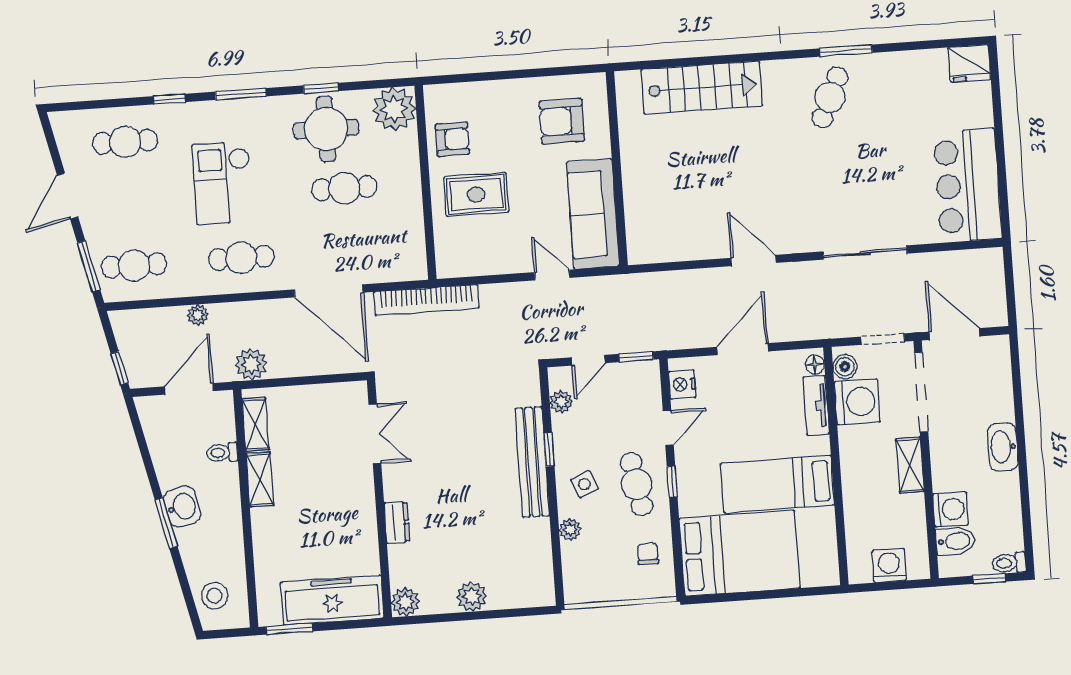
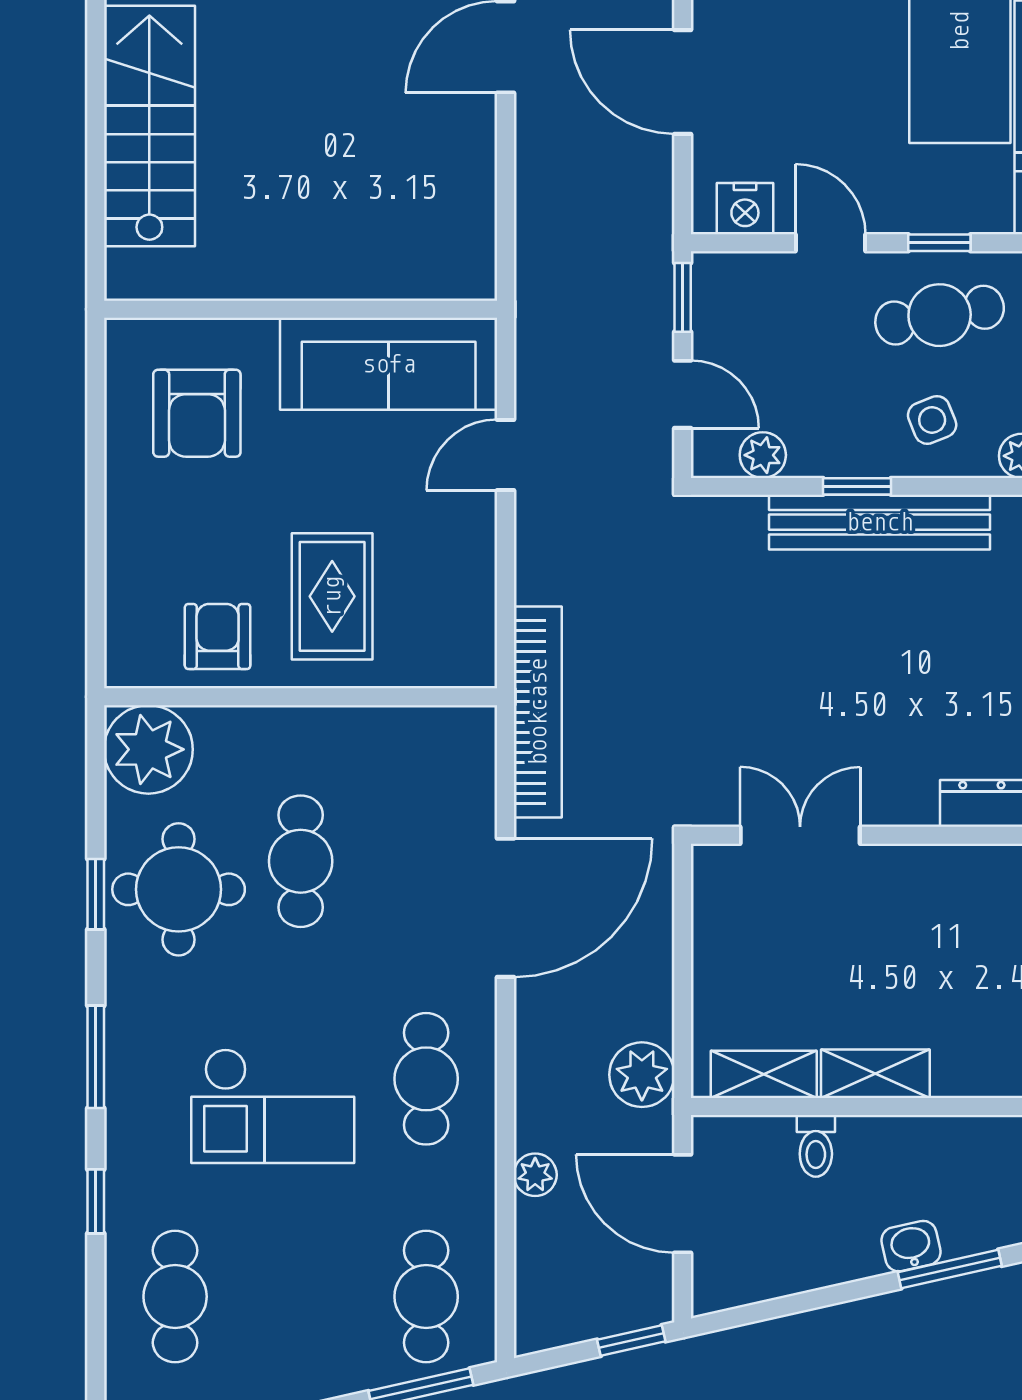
washbasin: (182, 507) -> (911, 1246), width x0.72, depth x0.69

